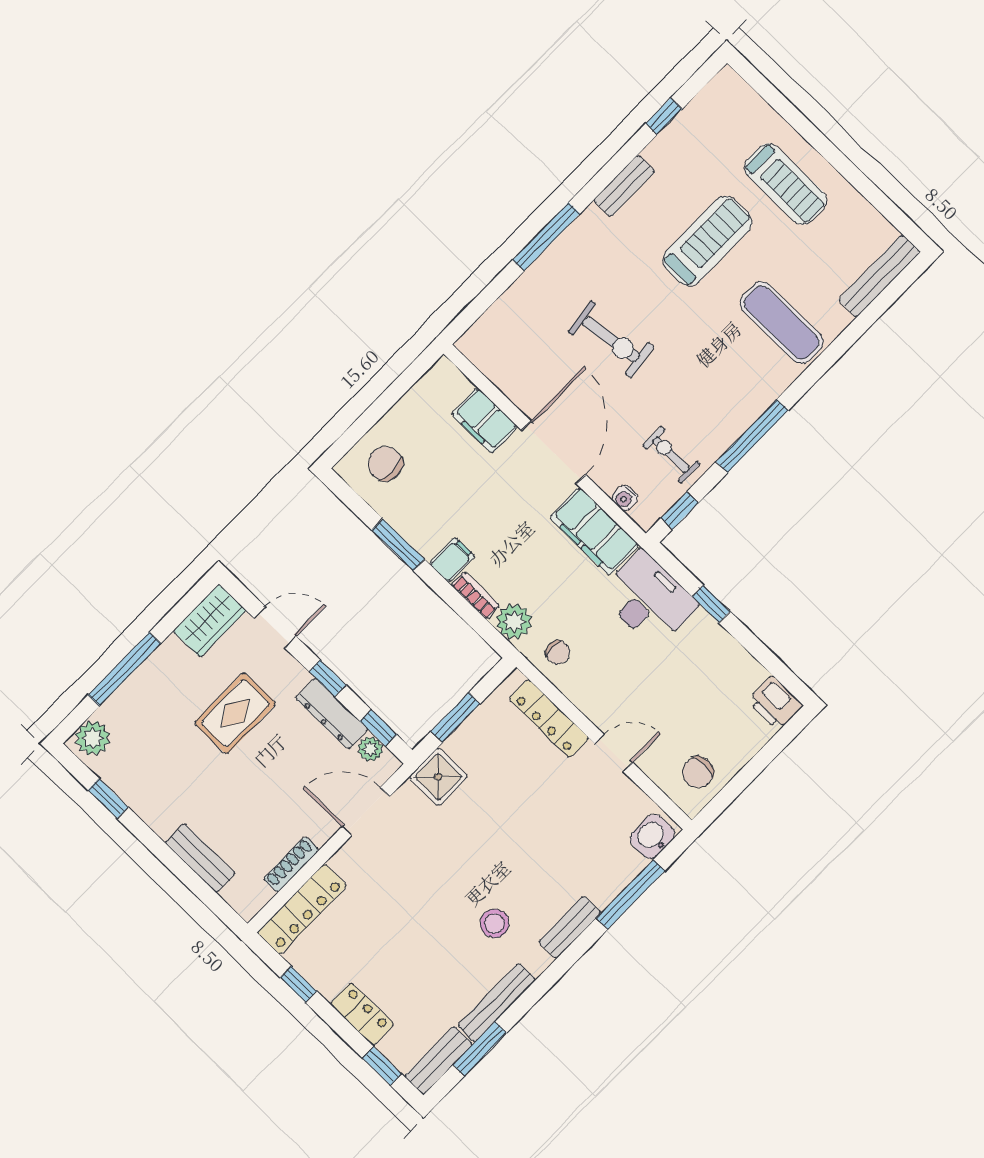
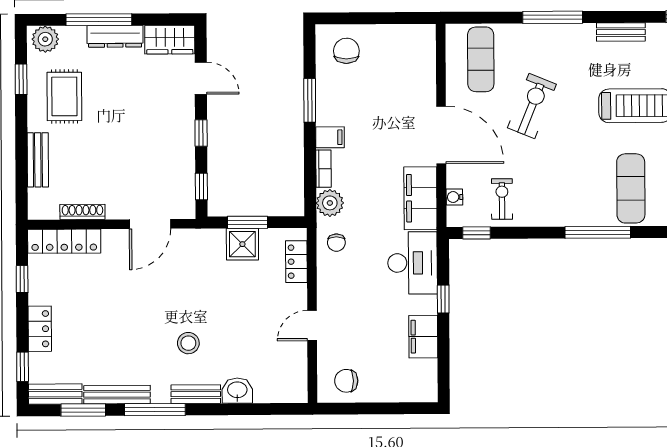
exercise bike: (611, 339) -> (532, 106), turned -150
exercise mat: (519, 344) -> (481, 59), added
filing cabinet: (485, 420) -> (423, 337), moved
window: (752, 436) -> (598, 232), moved
door: (554, 452) -> (441, 135), hinge flipped
printer: (775, 703) -> (424, 386), removed
rug: (235, 713) -> (64, 96), moved, turned 90
dresser: (332, 714) -> (115, 36), moved, turned -90
locker: (549, 718) -> (296, 262), width x0.66
plant: (370, 749) -> (186, 193), removed
door: (614, 753) -> (312, 326), swing flipped
shower: (438, 777) -> (242, 244), moved
door: (366, 812) -> (150, 224), swing flipped
washbasin: (652, 836) -> (237, 391), moved
window: (631, 894) -> (155, 410), moved
stool: (495, 923) -> (188, 343), moved

